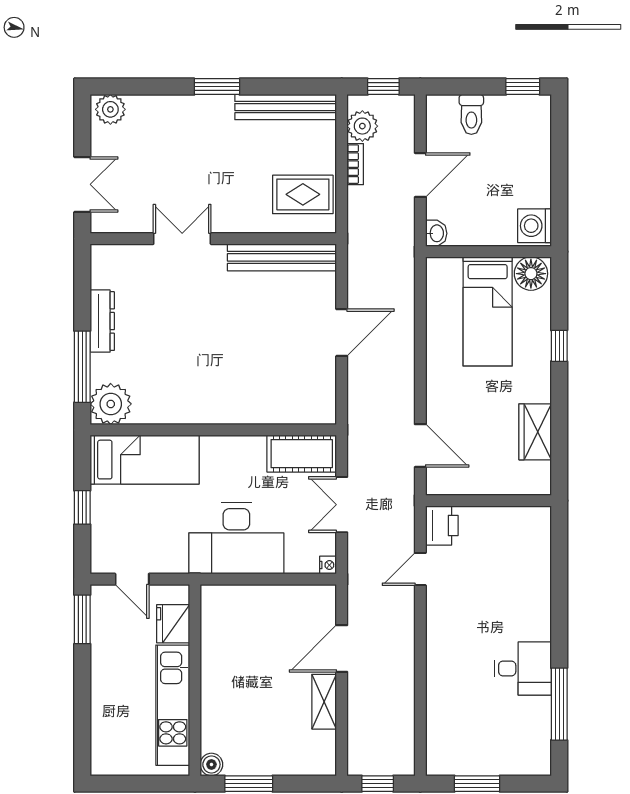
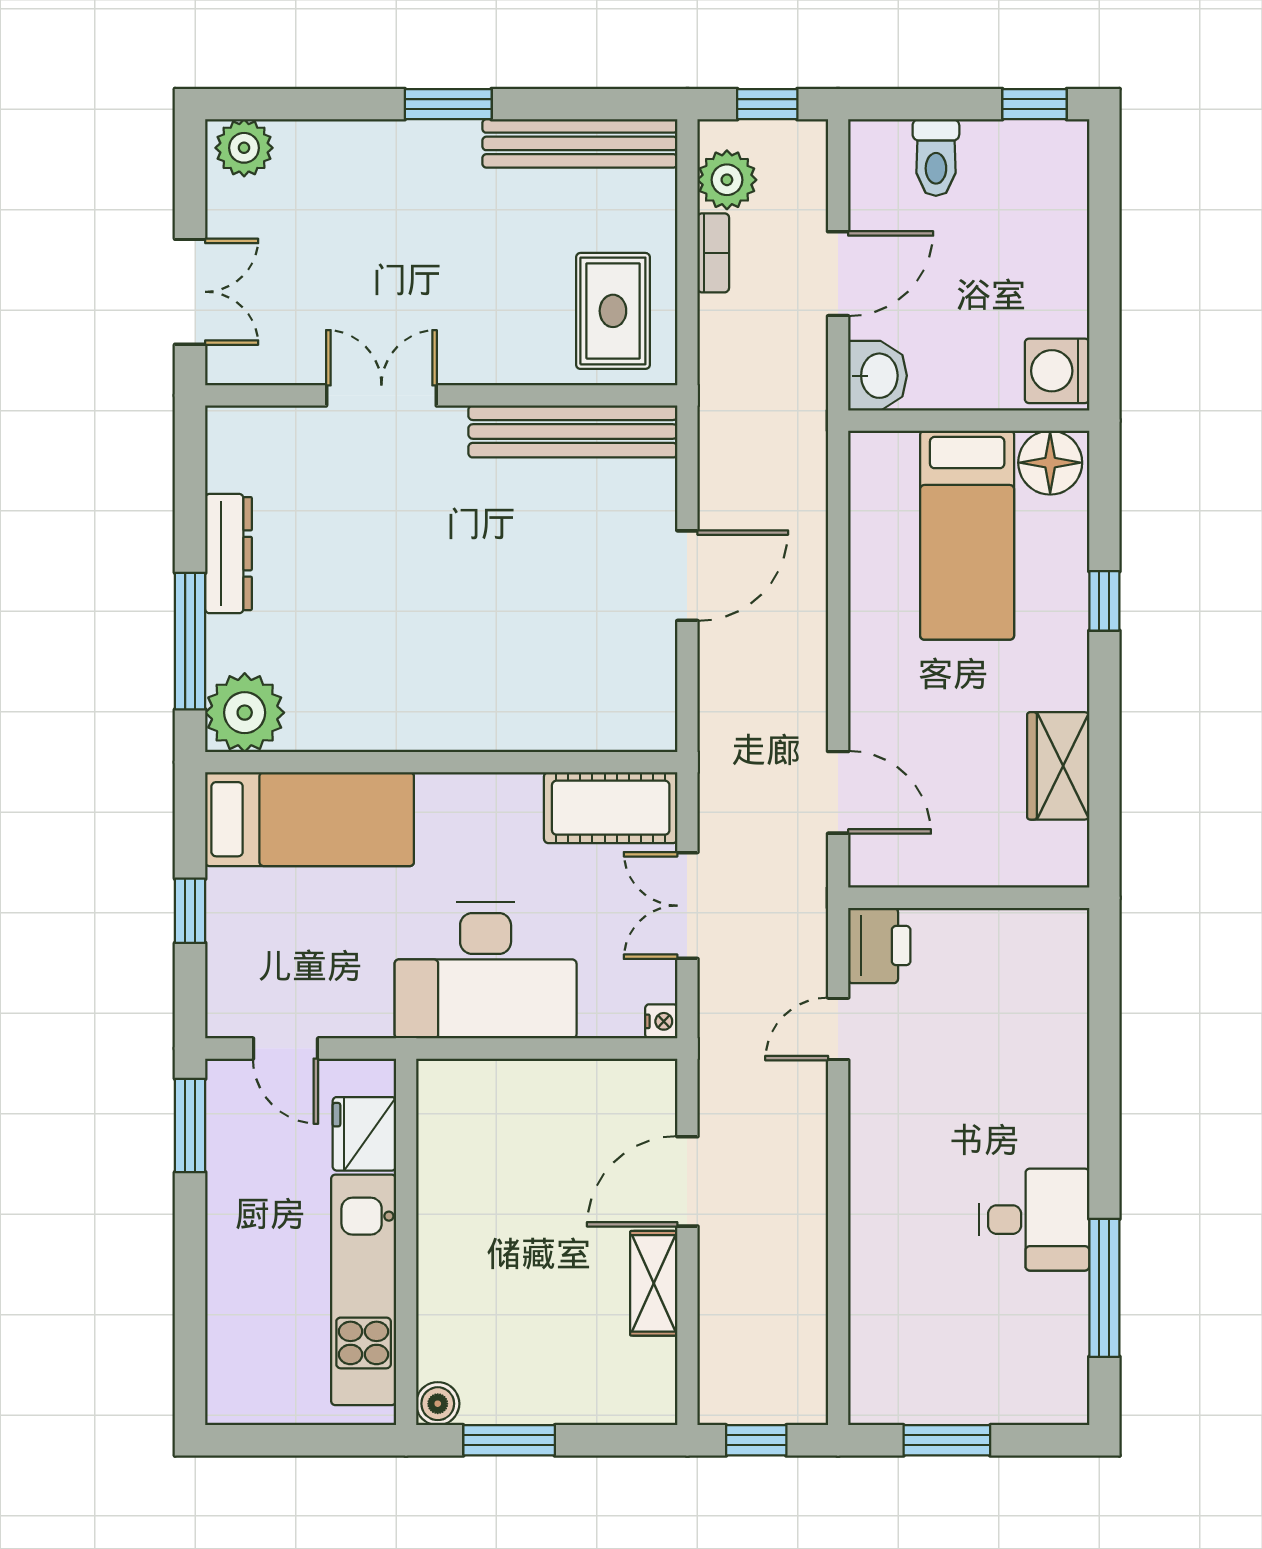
rug: (303, 194) -> (613, 311), turned 90
washbasin: (436, 233) -> (878, 376), width x1.38, depth x1.45

